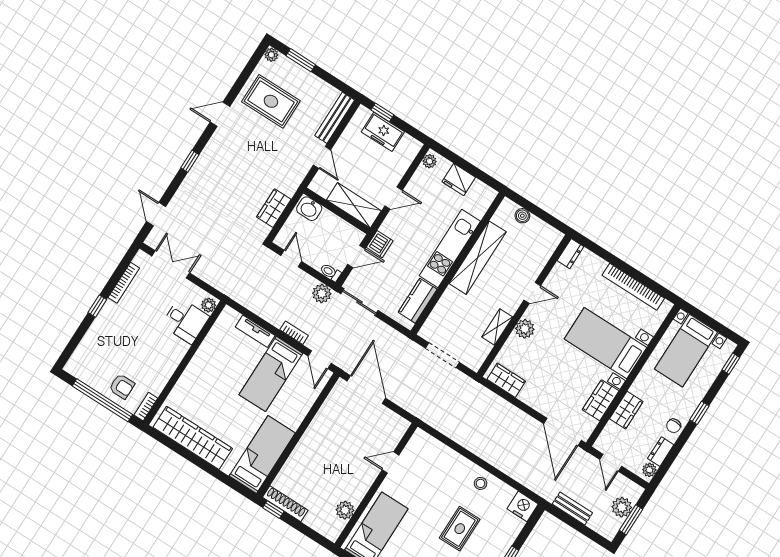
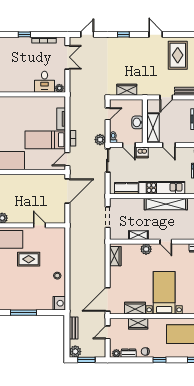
washbasin: (309, 209) -> (137, 122), moved
plant: (622, 507) -> (75, 352), moved
rug: (460, 529) -> (29, 259), moved

